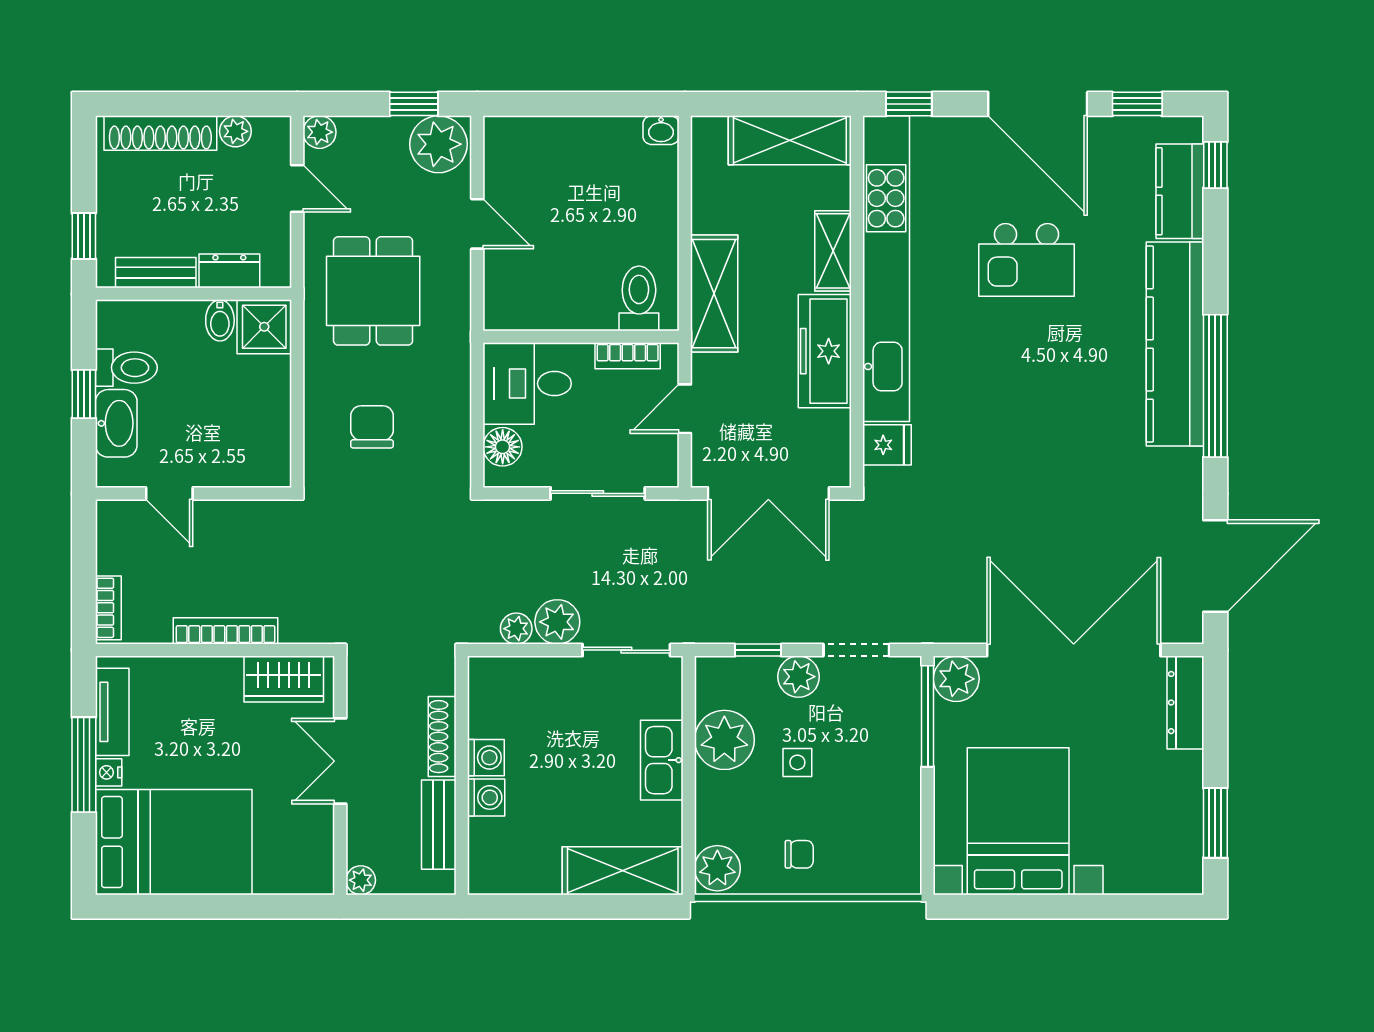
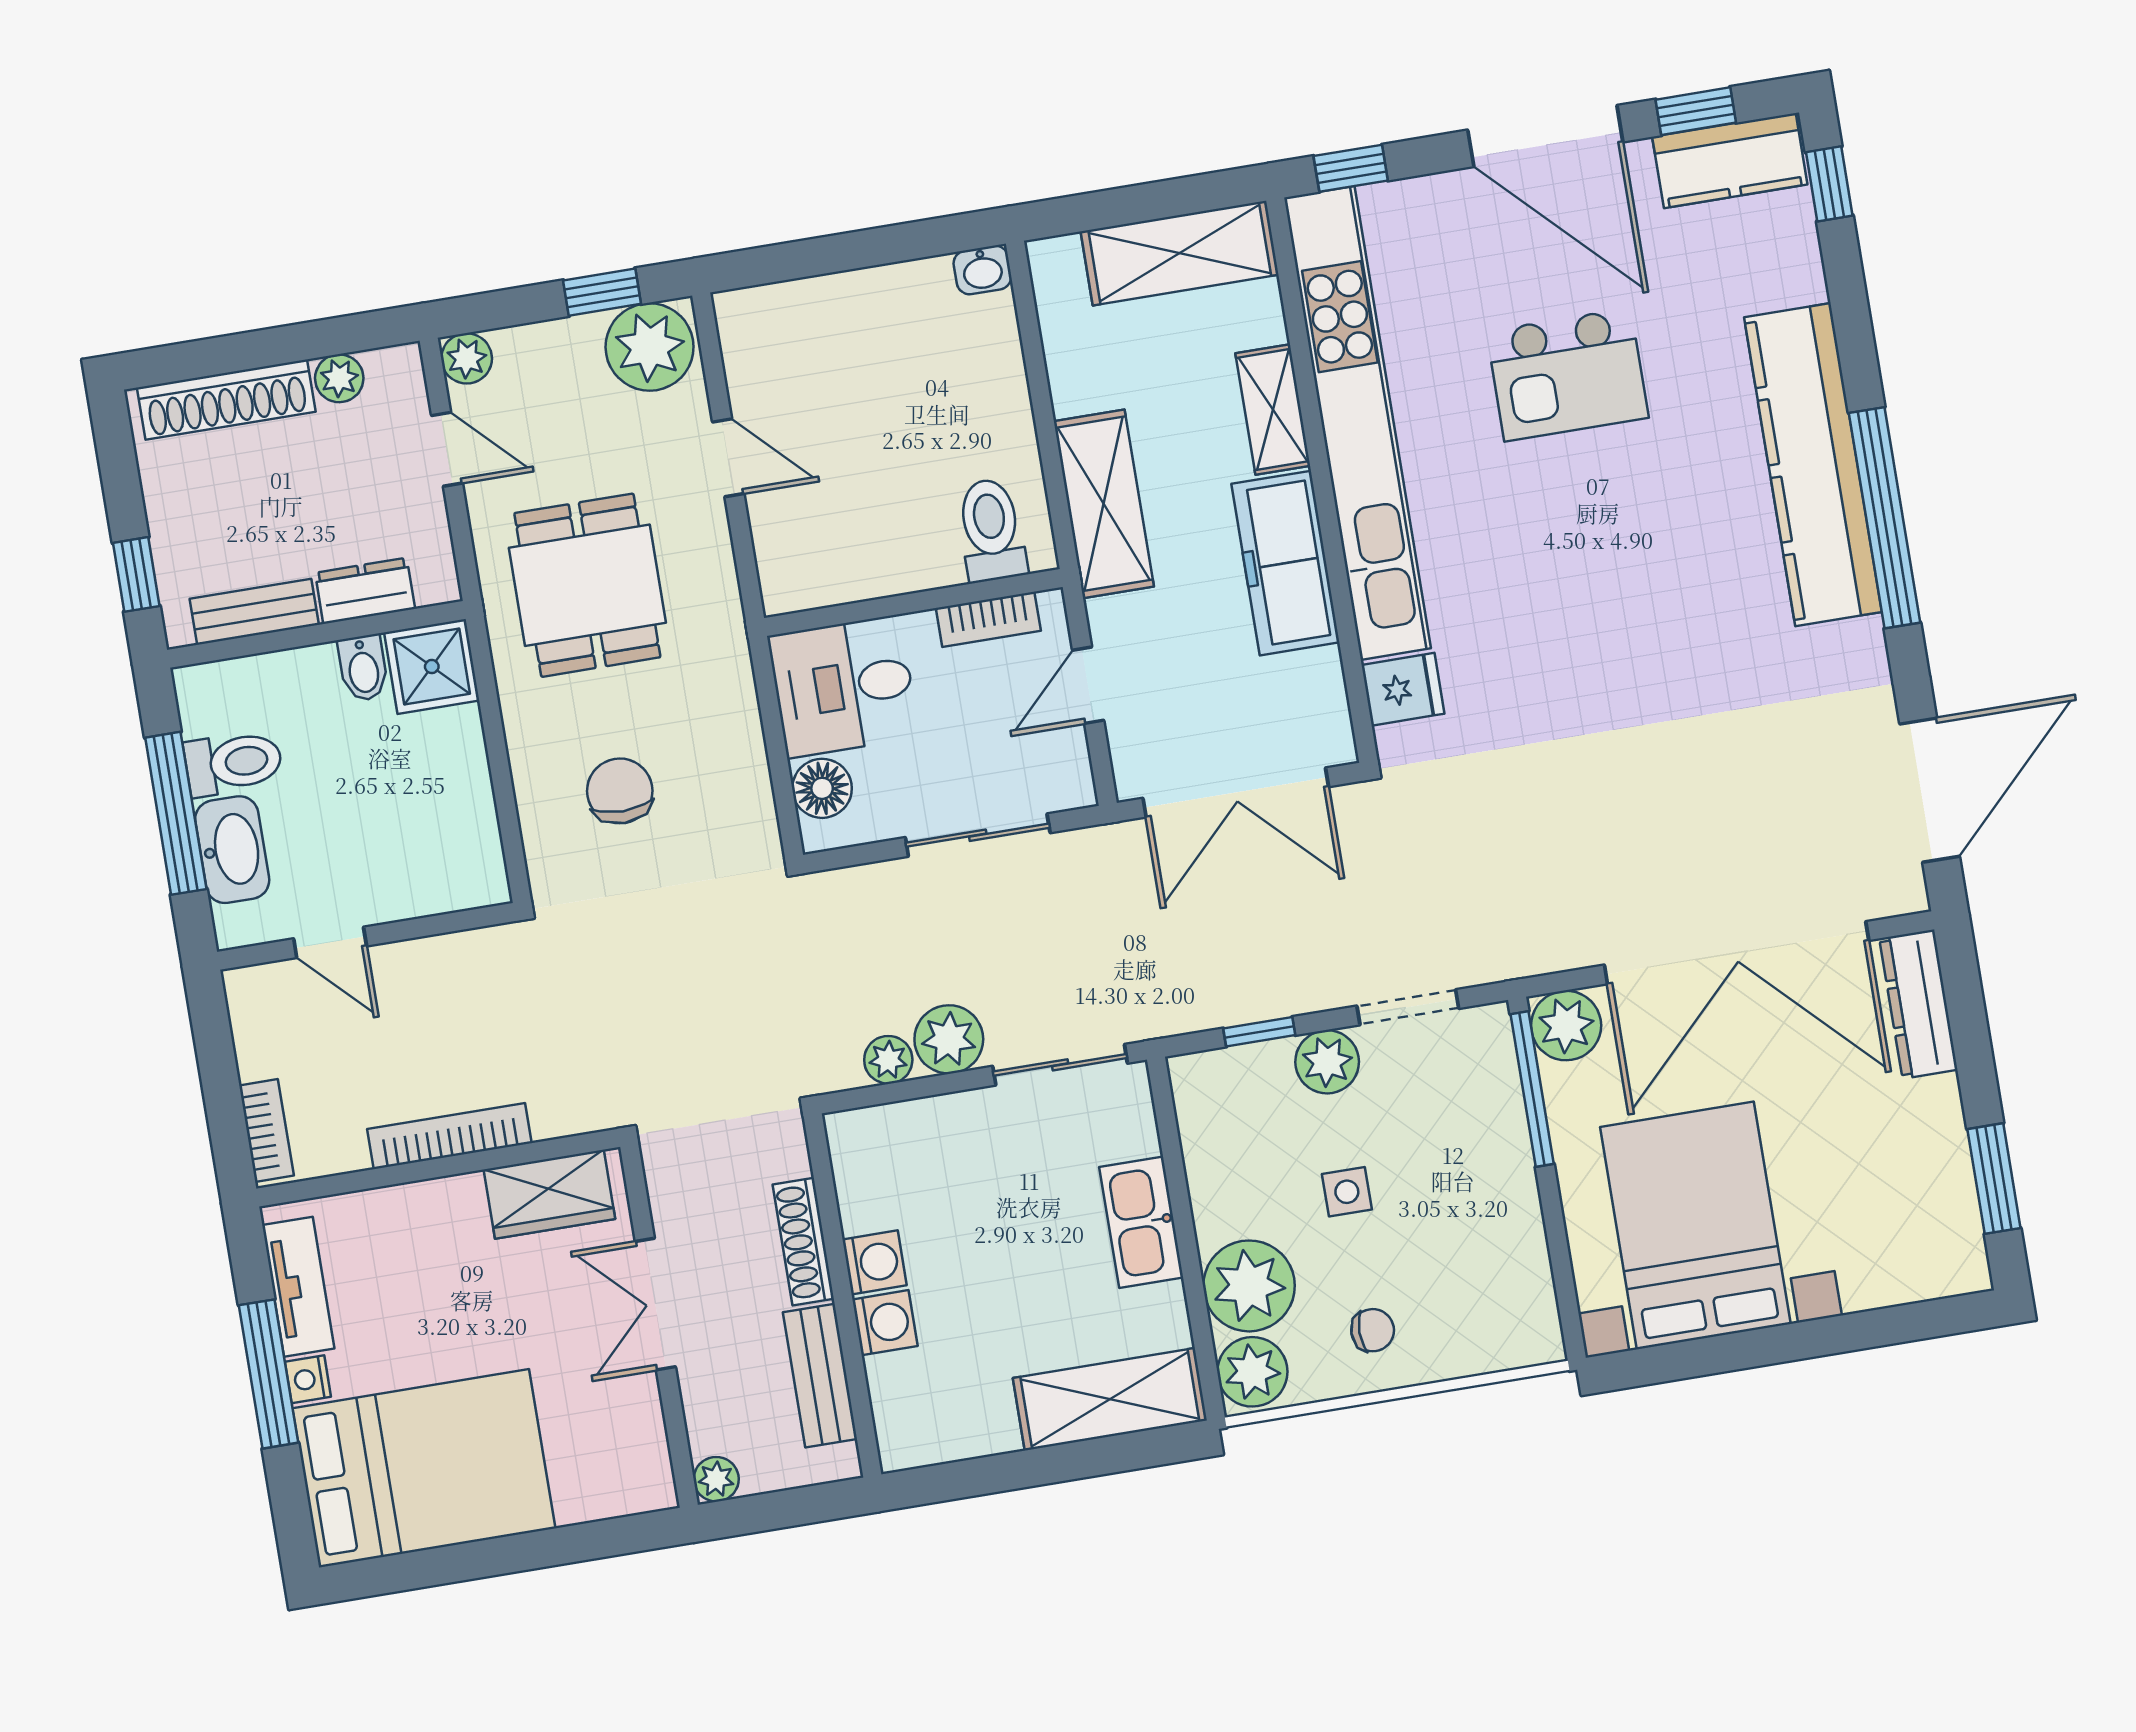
kitchen counter: (1180, 191) -> (1730, 161), moved, turned -90
window: (84, 394) -> (176, 813), width x2.17
double door: (1074, 650) -> (1737, 953), swing flipped
plant: (724, 740) -> (1249, 1286), moved

